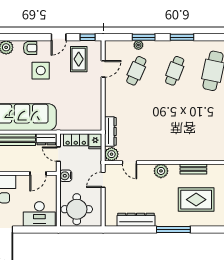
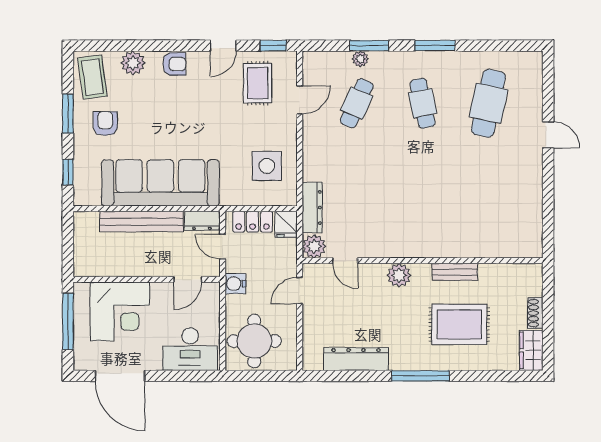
side table: (41, 71) -> (267, 166), moved
cafe table: (175, 71) -> (423, 103), turned -33

